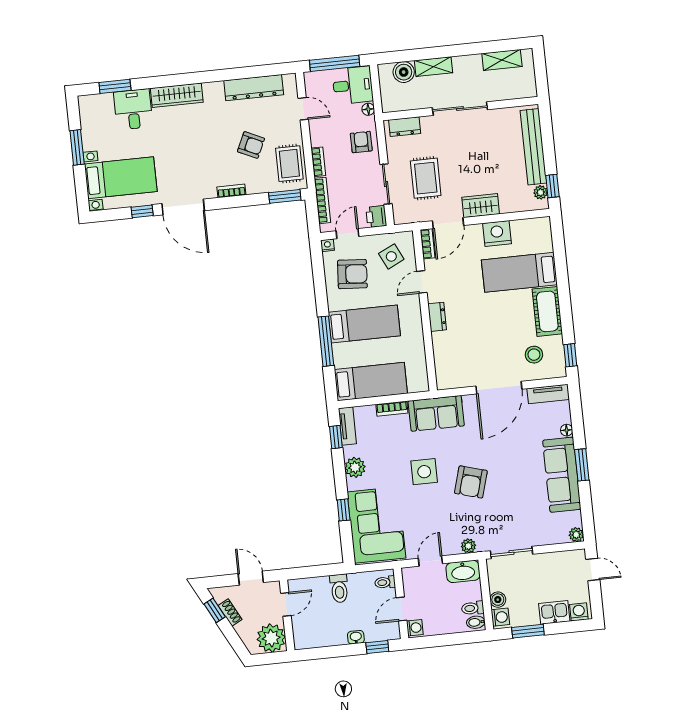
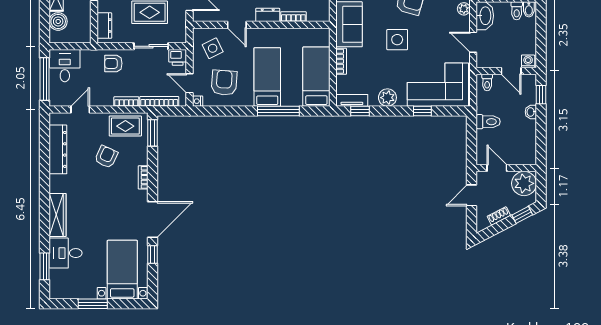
floor lamp: (368, 109) -> (86, 55), removed
bookcase: (428, 244) -> (293, 17), moved
window: (215, 610) -> (522, 215), moved

